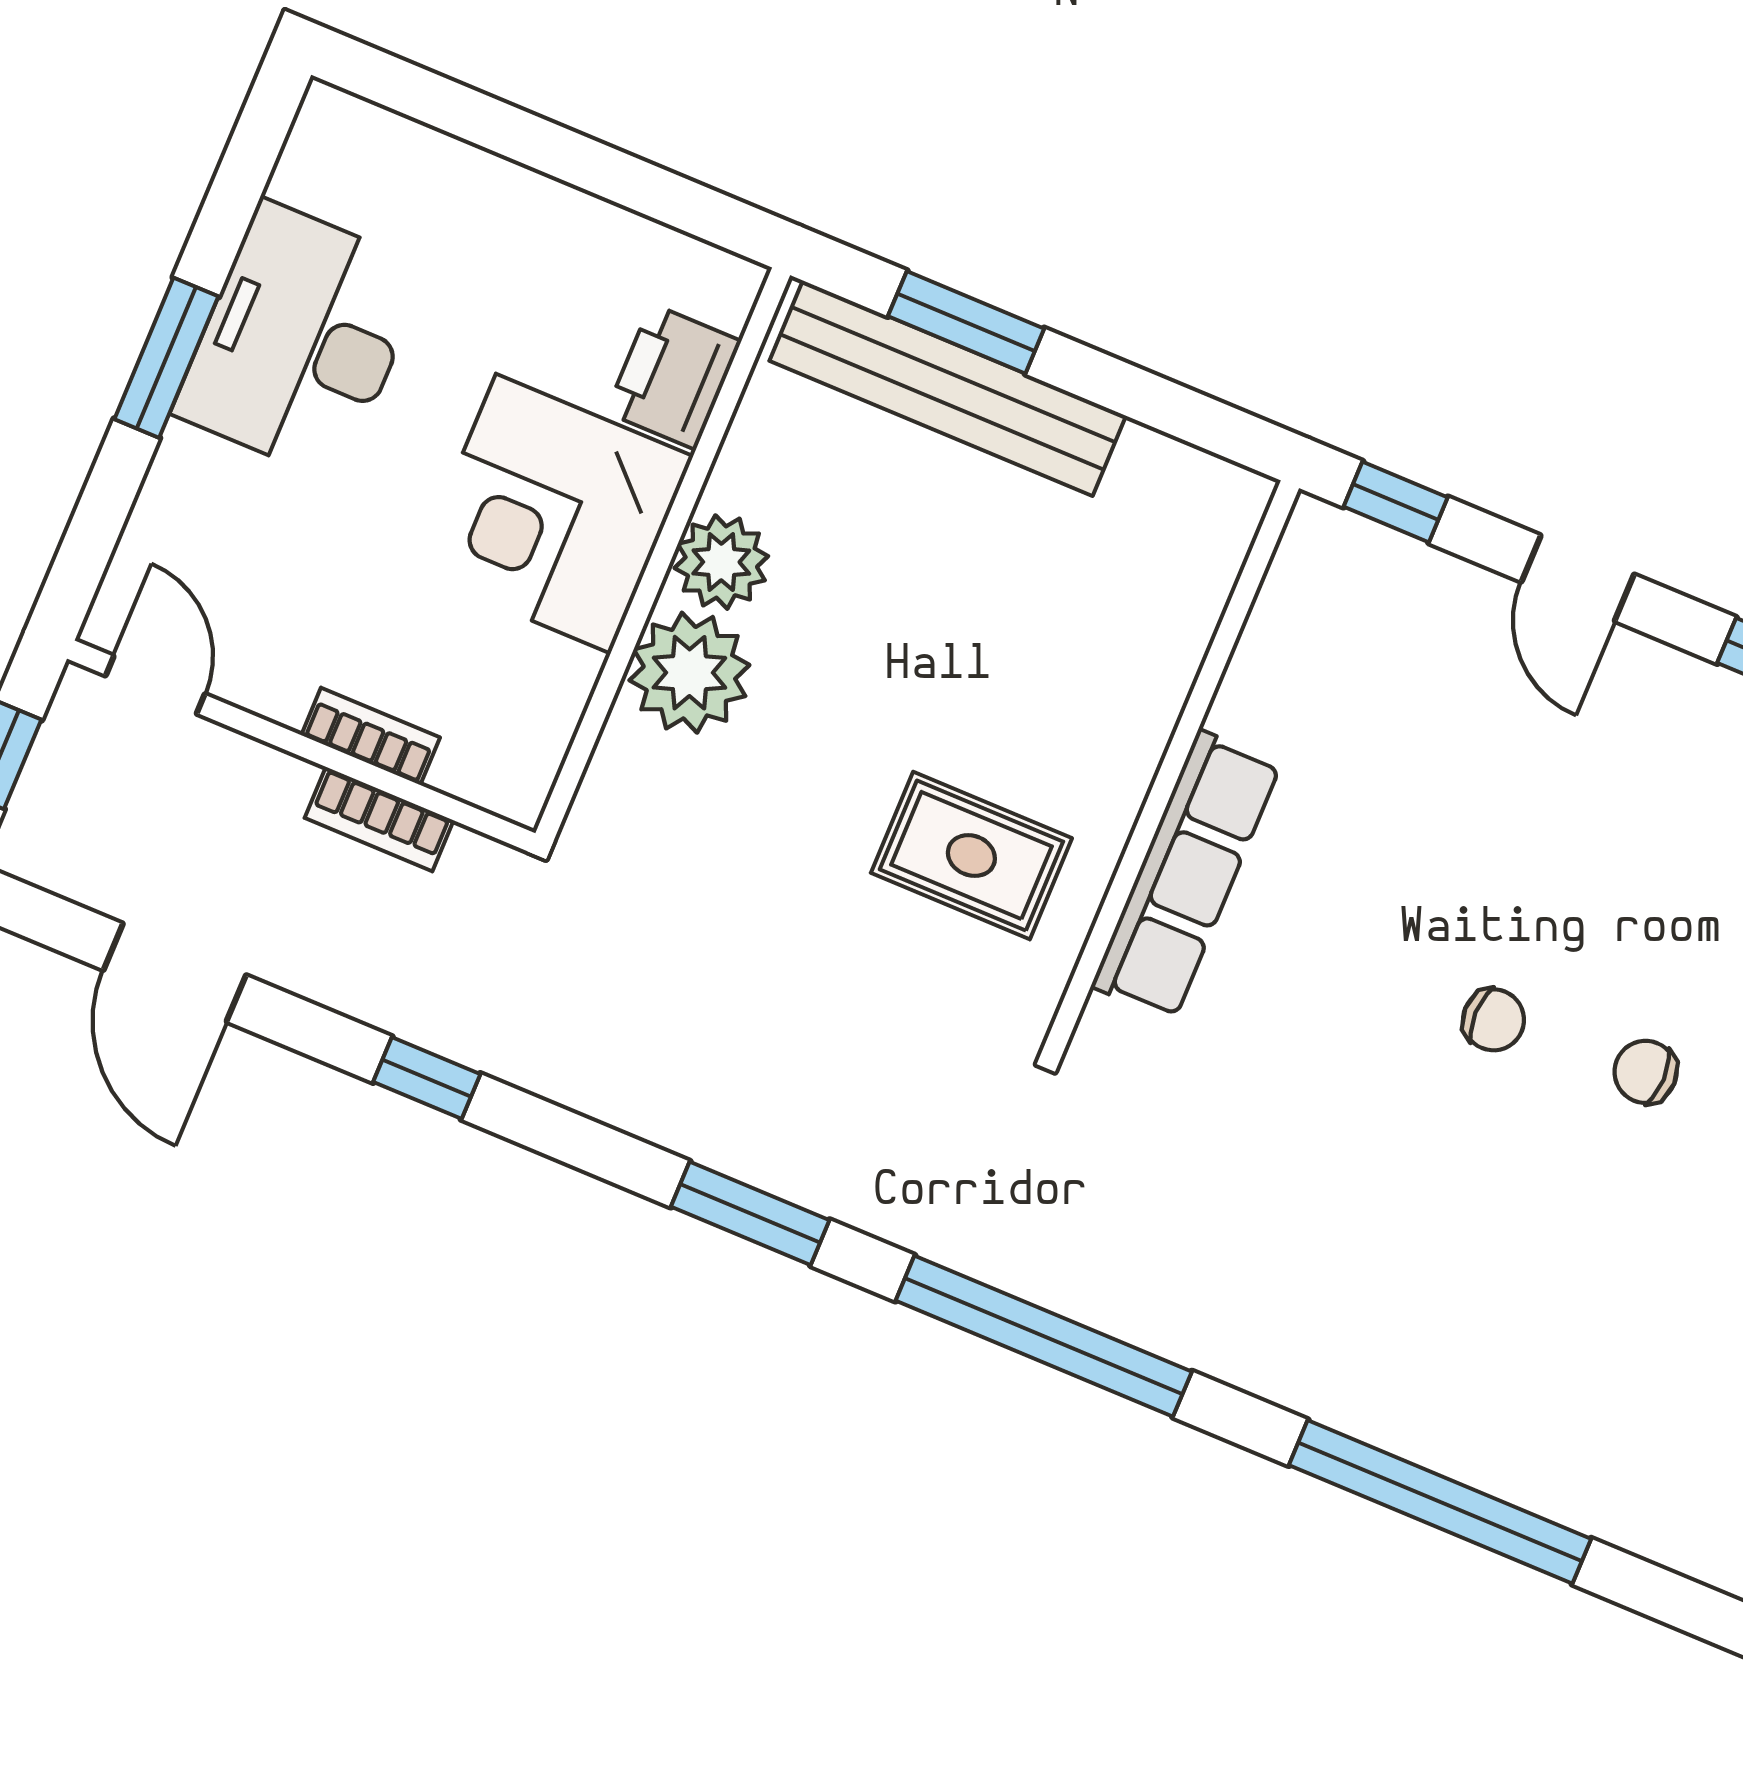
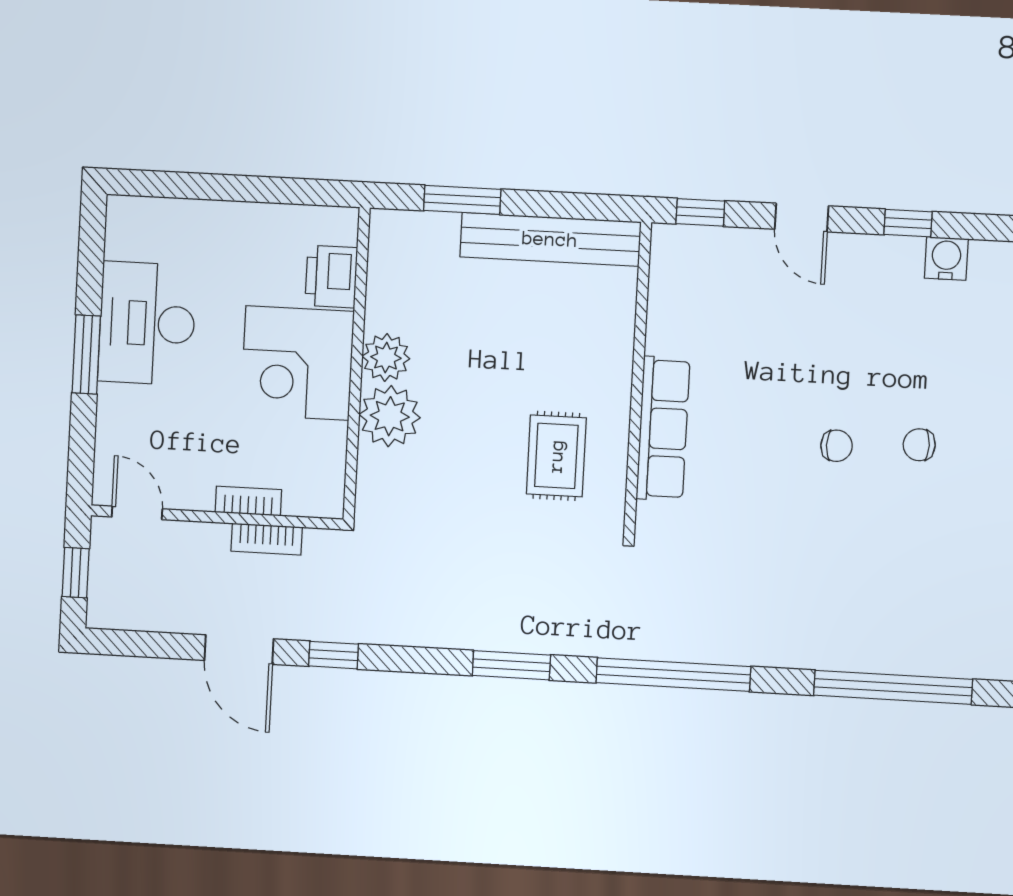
bench: (948, 388) -> (550, 239), moved
rug: (971, 856) -> (556, 456), turned 90
door: (175, 973) -> (239, 650), moved

